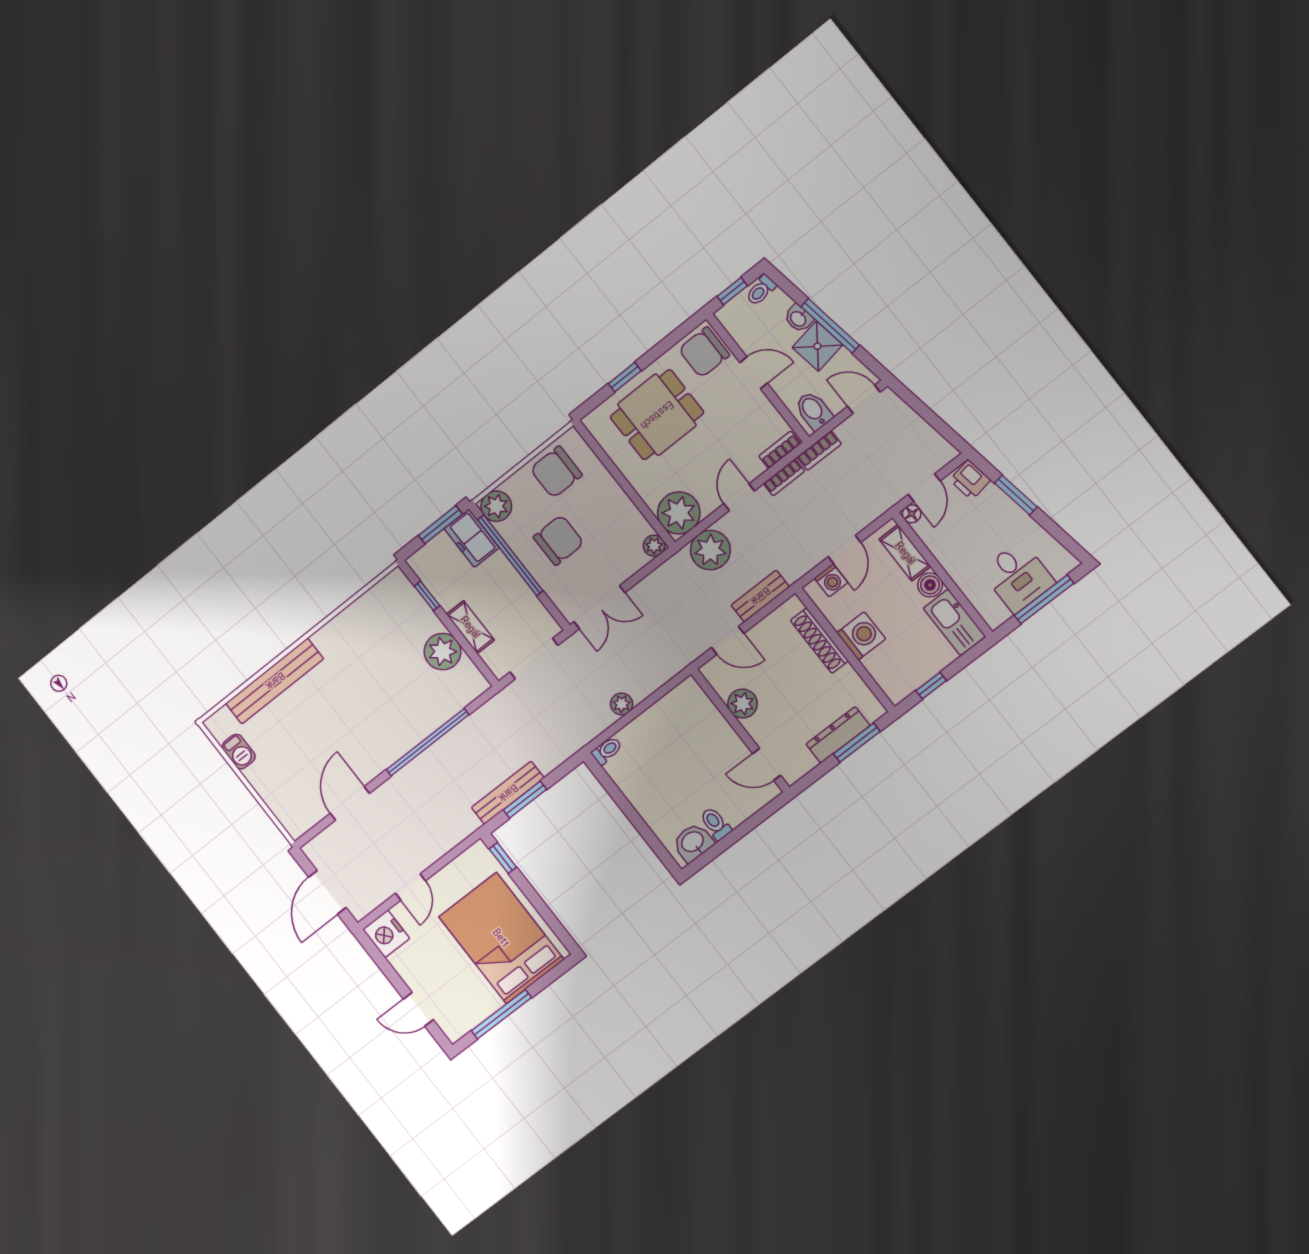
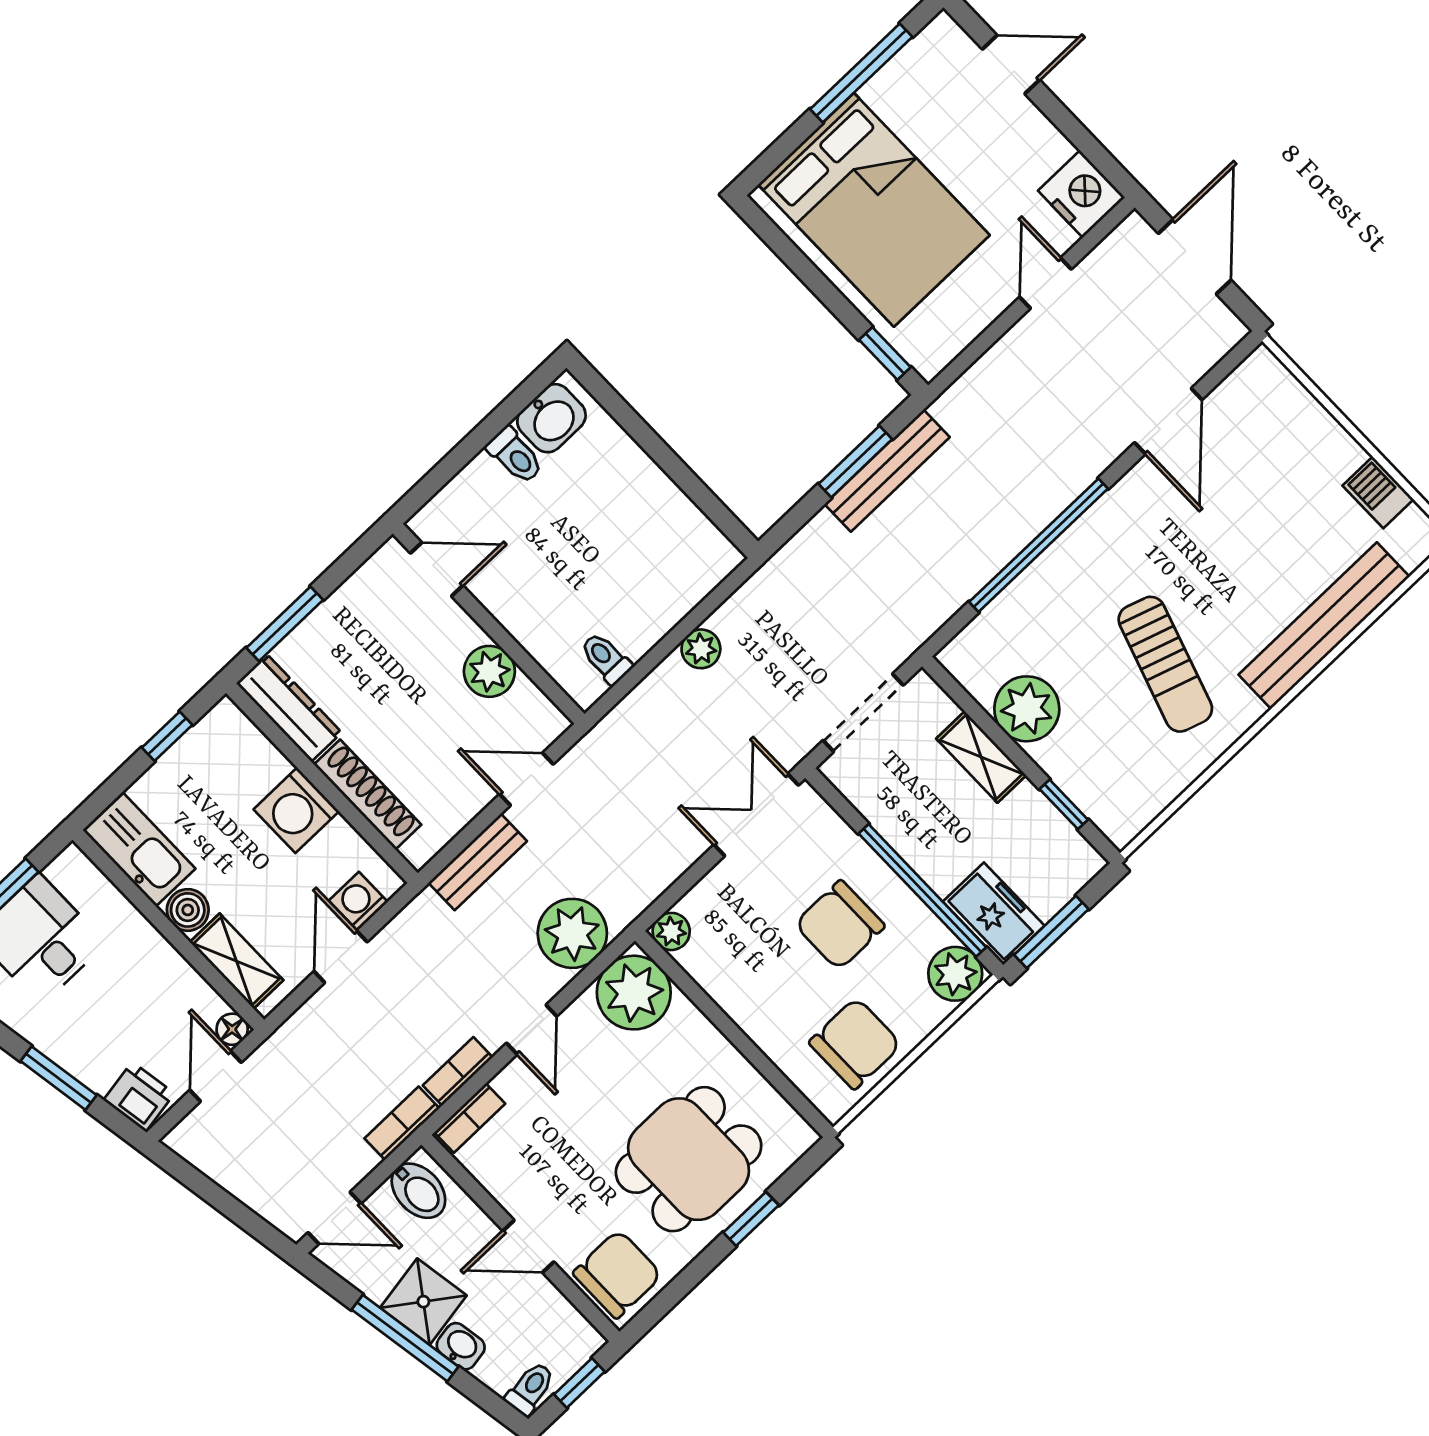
sun lounger: (364, 669) -> (1165, 664), added
dresser: (838, 735) -> (289, 708), moved, turned -90
toilet: (607, 751) -> (606, 658), moved, turned 90

